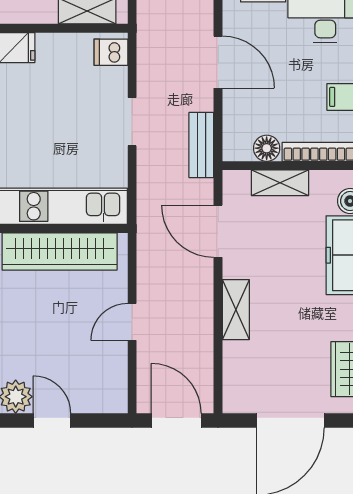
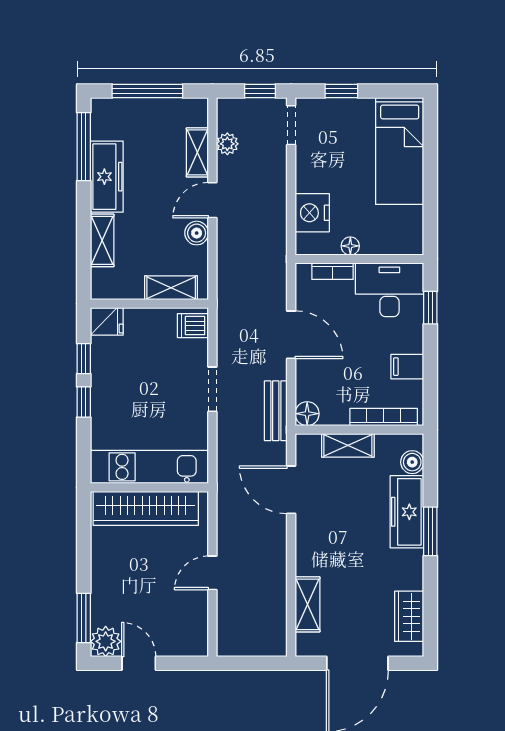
floor lamp: (267, 148) -> (307, 414), moved
shelving: (236, 310) -> (307, 604), moved
door: (176, 420) -> (253, 663), removed

